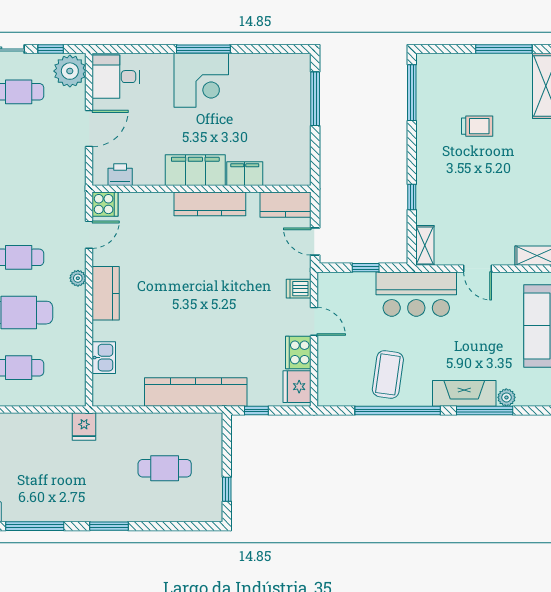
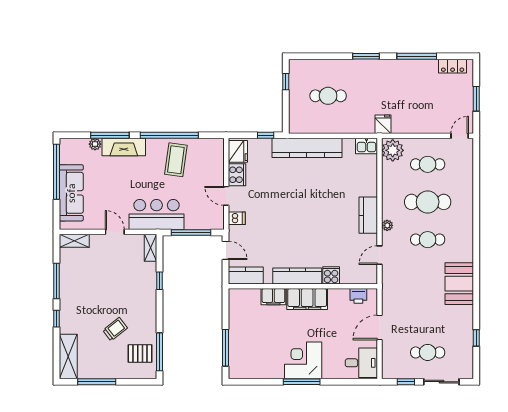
plant: (70, 71) -> (393, 150), moved
pallet: (440, 90) -> (140, 353), added
trolley: (477, 126) -> (115, 329), turned 142
cooker: (105, 204) -> (331, 275), moved, turned 90
window: (366, 268) -> (191, 233), width x2.17
kitchen sink: (104, 358) -> (367, 146), moved, turned -90

